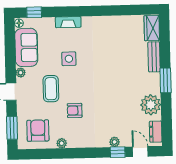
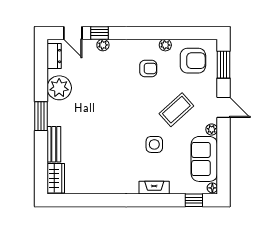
coffee table: (51, 89) -> (176, 110), turned 48
armchair: (75, 110) -> (148, 68), moved
armchair: (38, 131) -> (193, 61), turned -90

